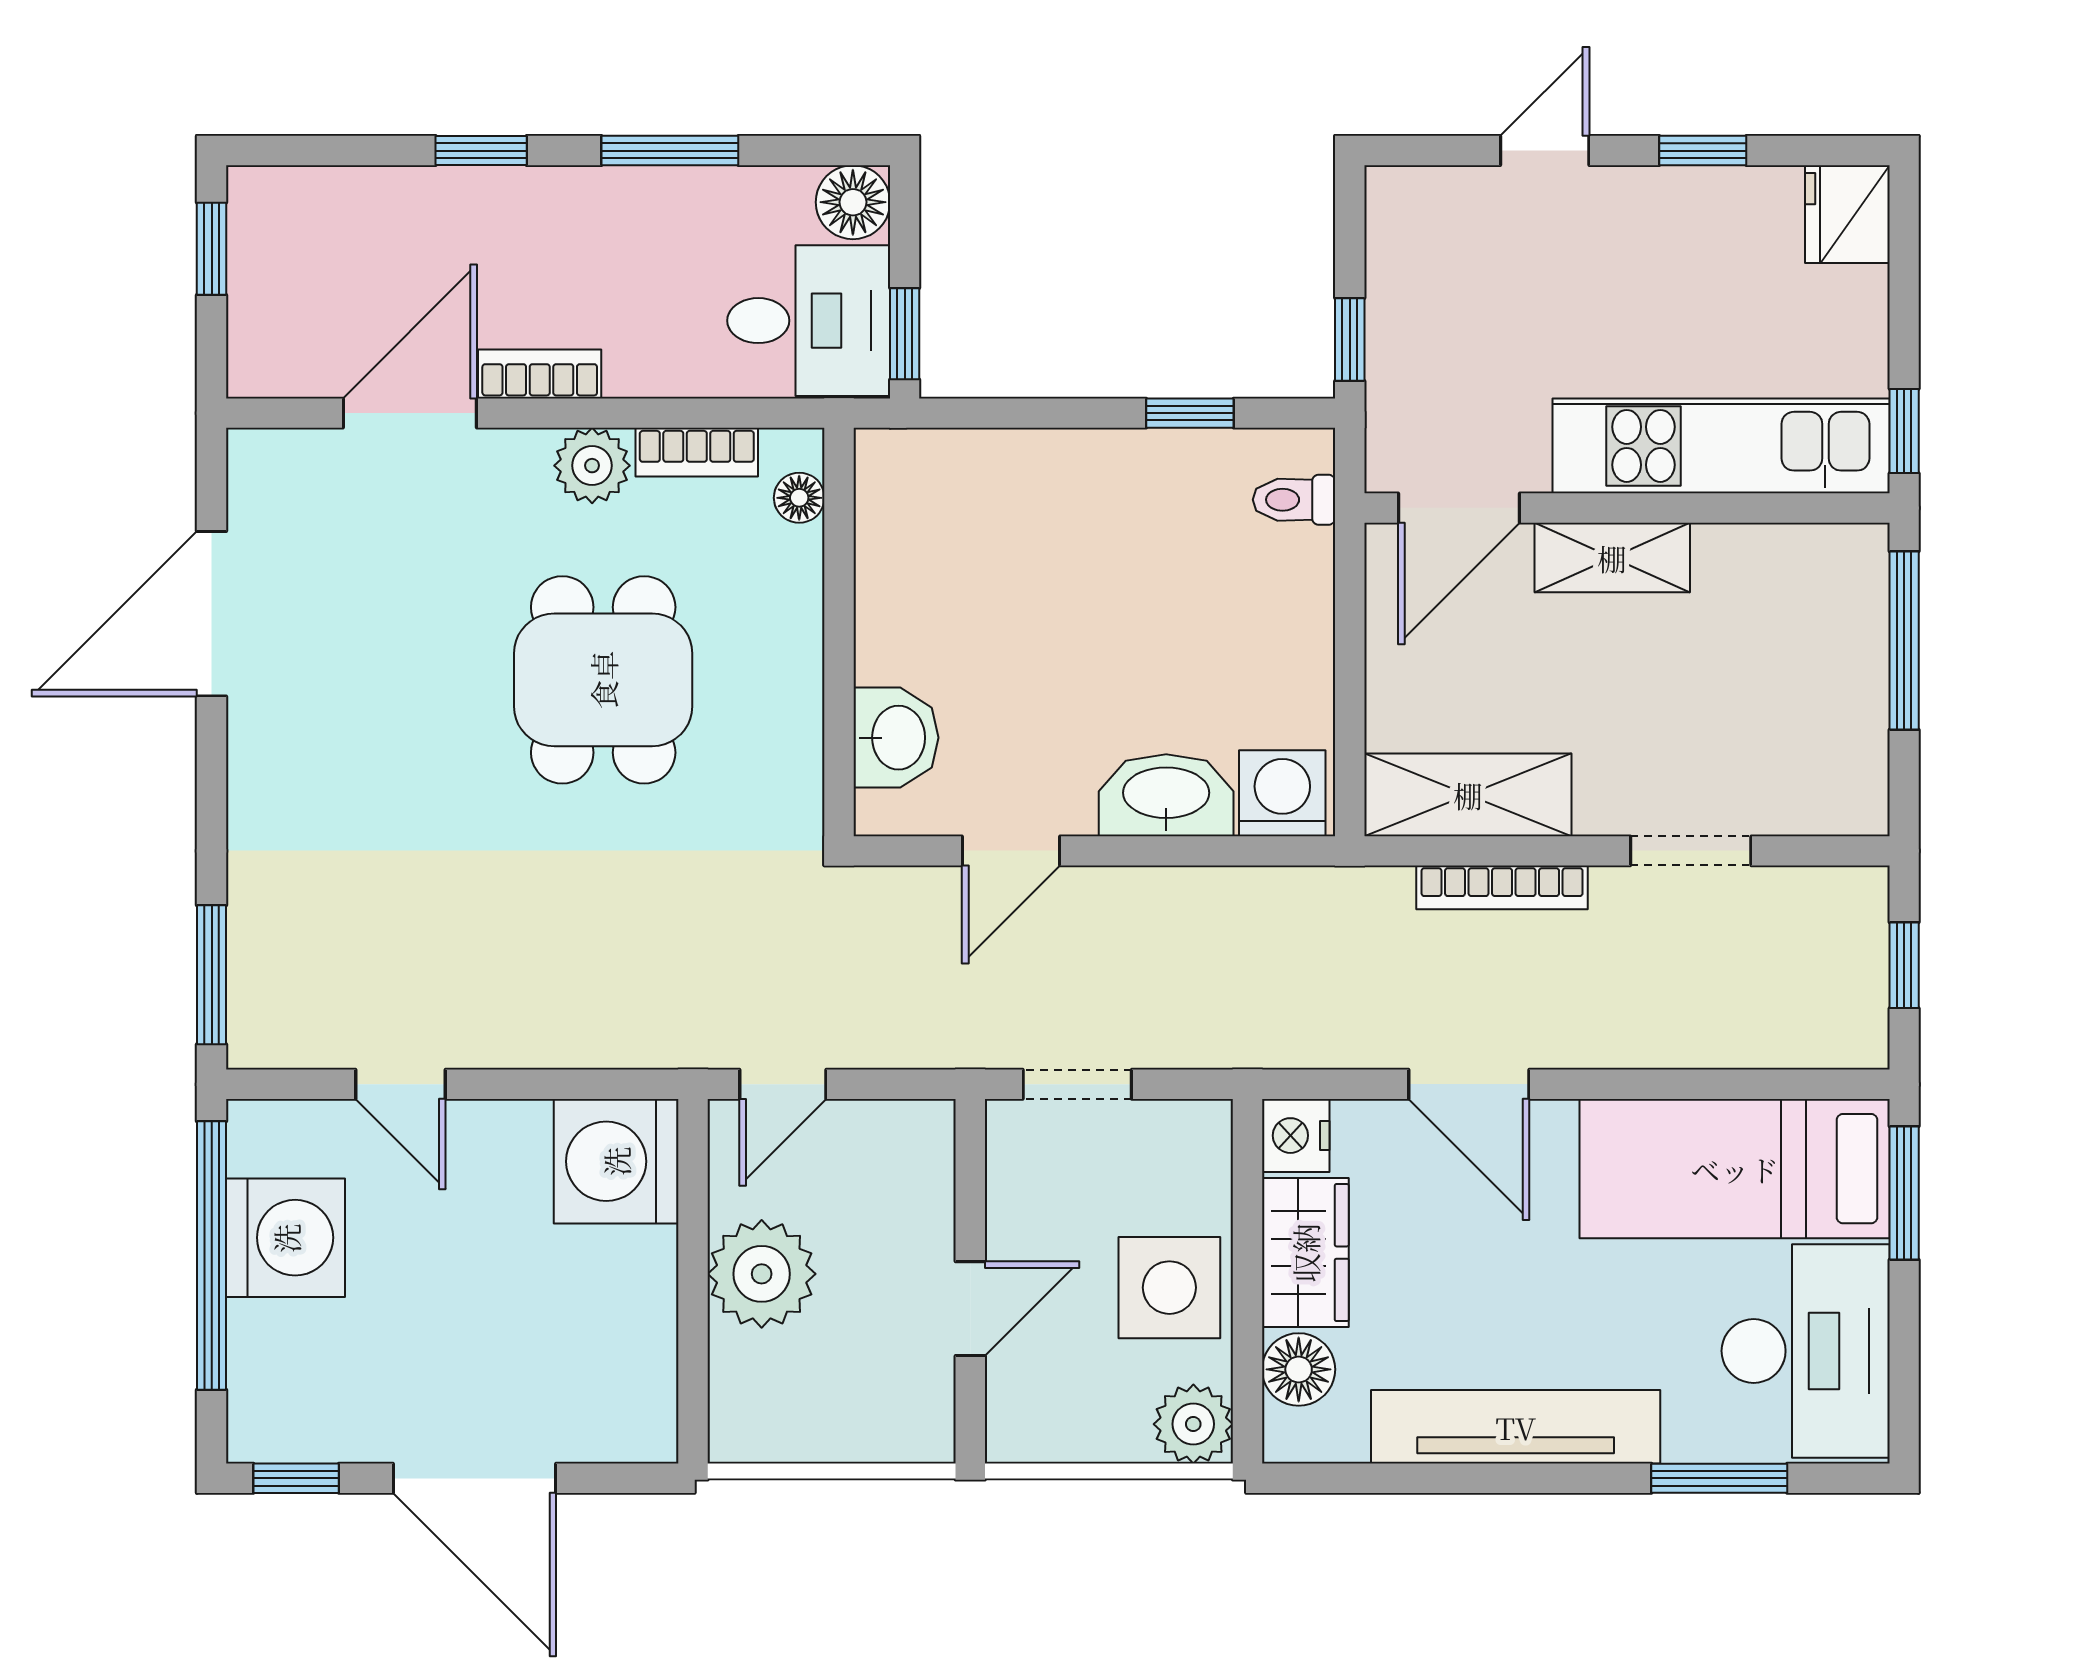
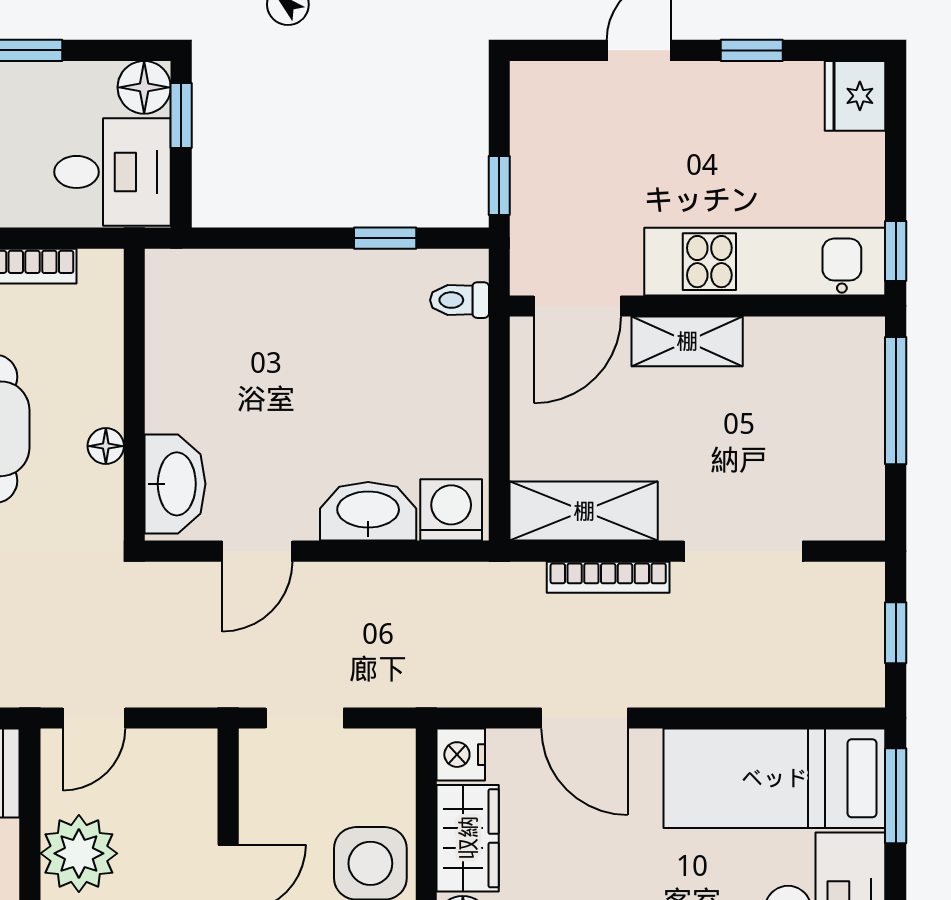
window: (905, 334) -> (181, 115), moved
floor lamp: (799, 498) -> (106, 446), moved
washbasin: (896, 738) -> (175, 484), width x1.38
doorway: (1691, 851) -> (743, 551), width x1.38

